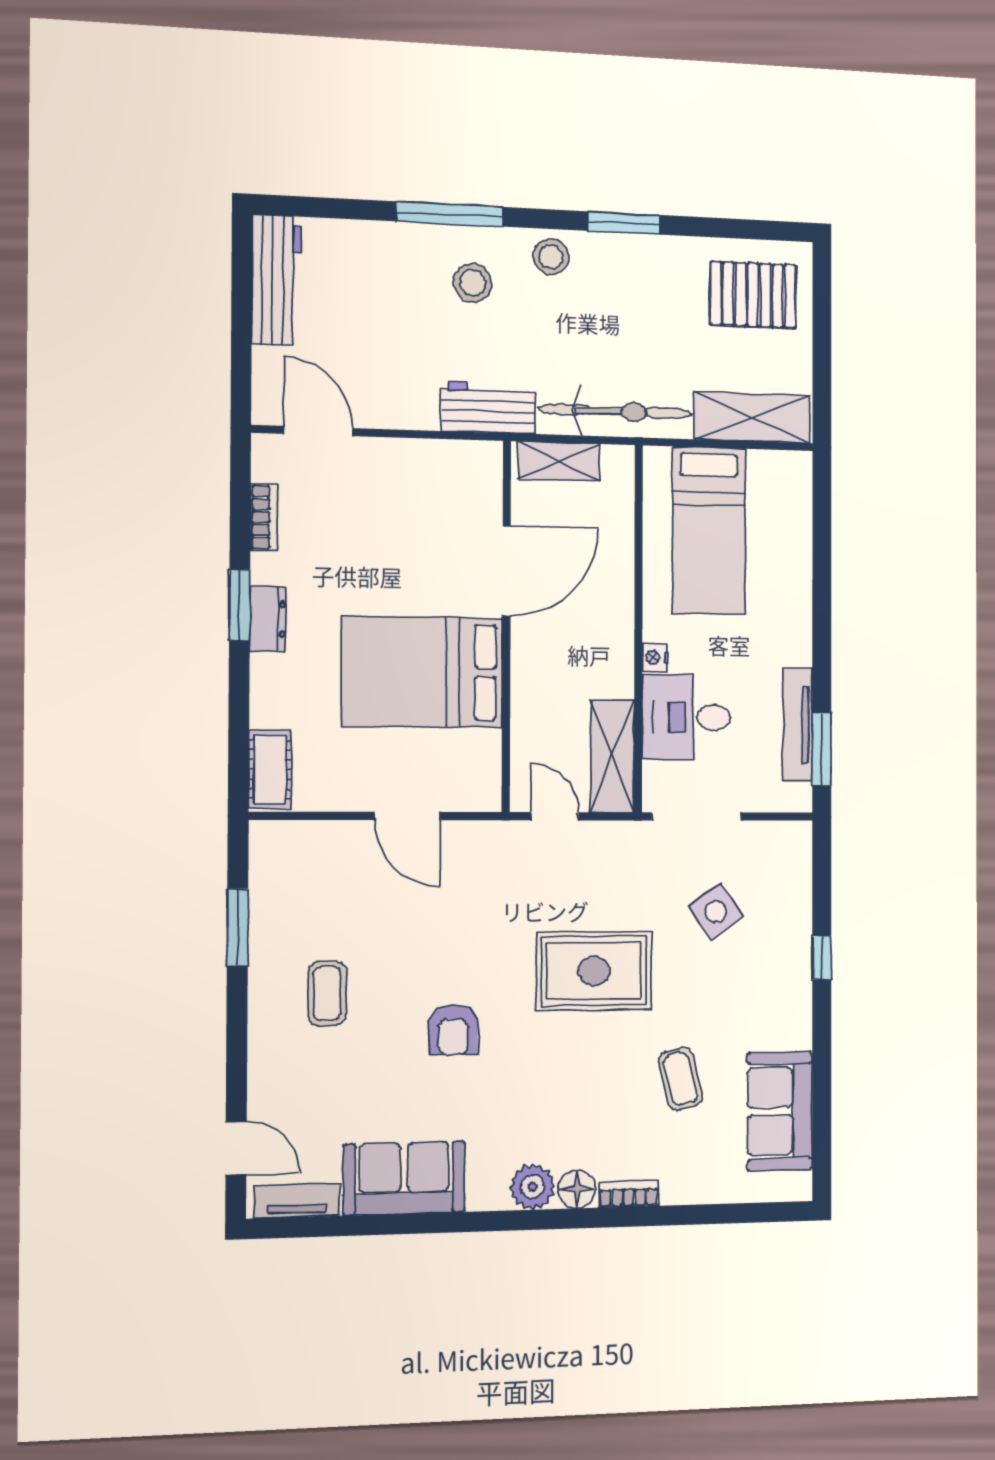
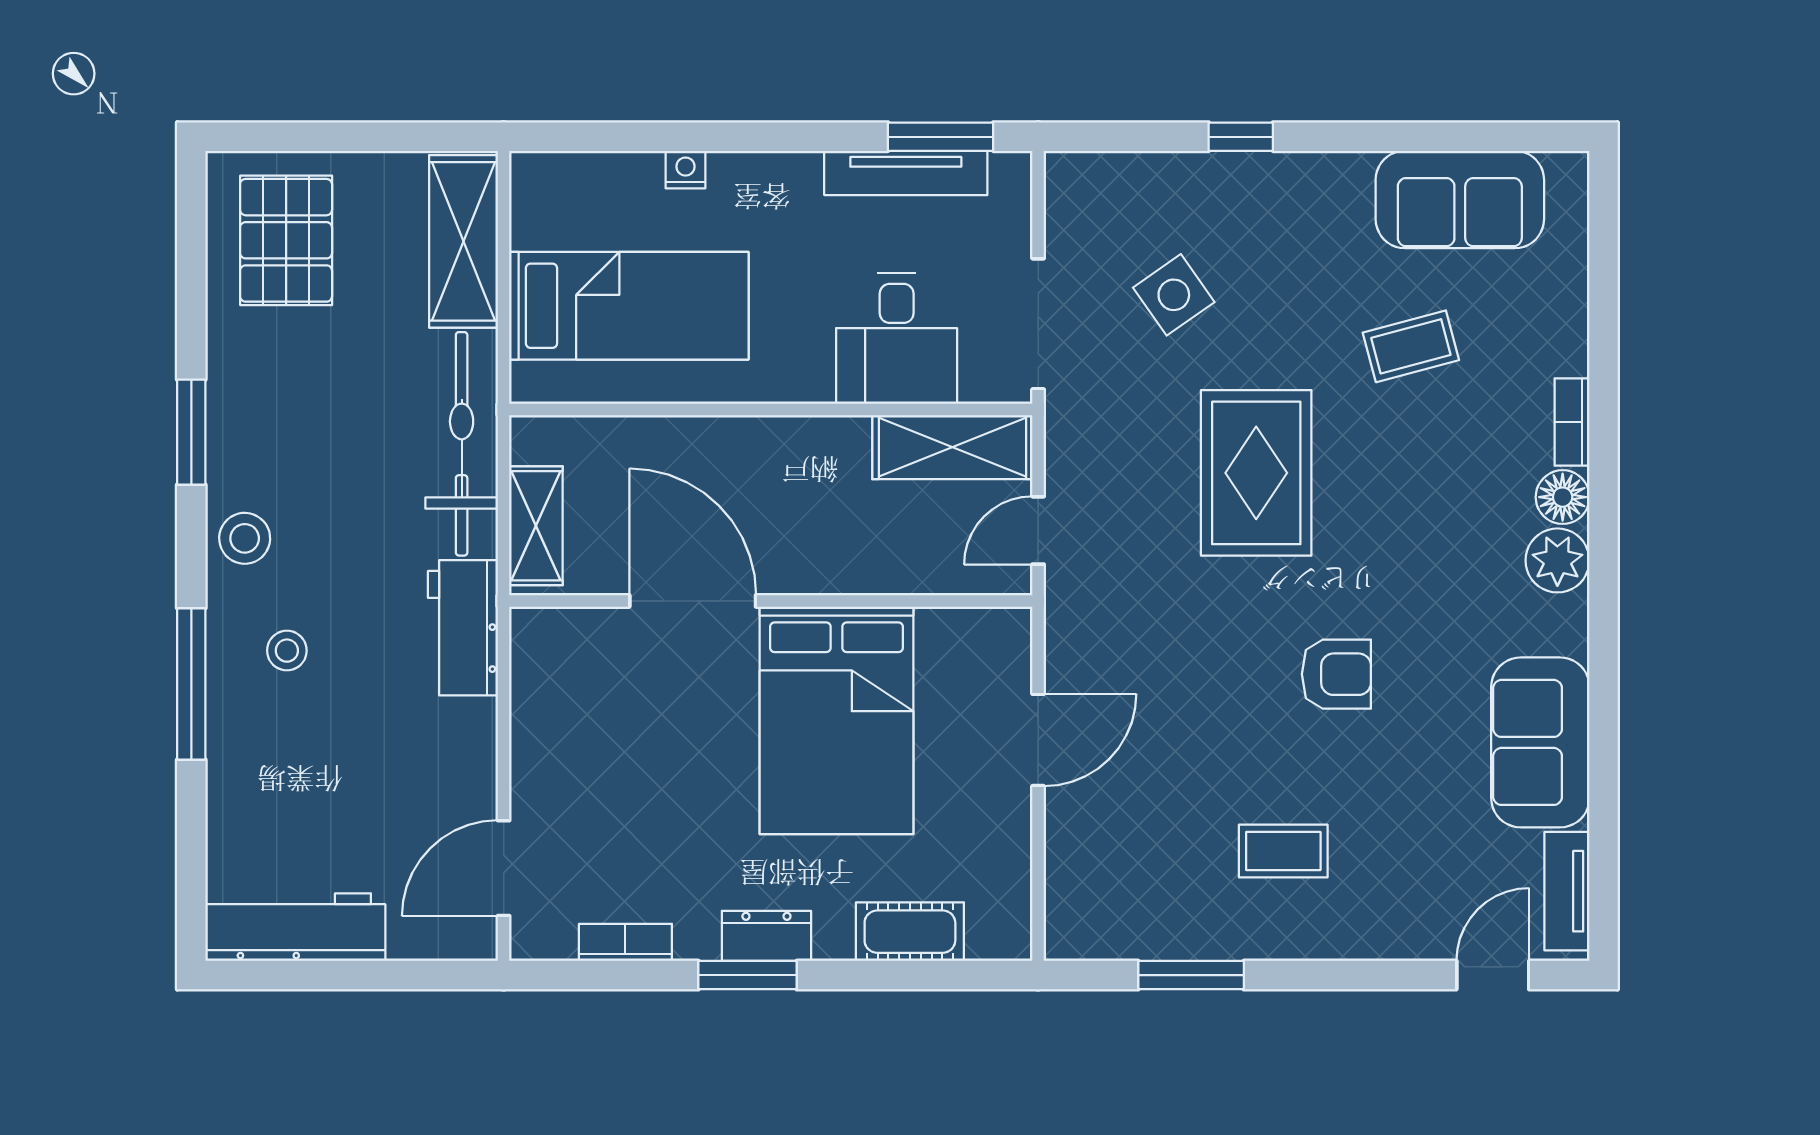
stool: (473, 283) -> (287, 651), width x0.73, depth x0.73
nightstand: (655, 657) -> (685, 170), moved, turned 180
cot: (270, 769) -> (910, 932), moved

